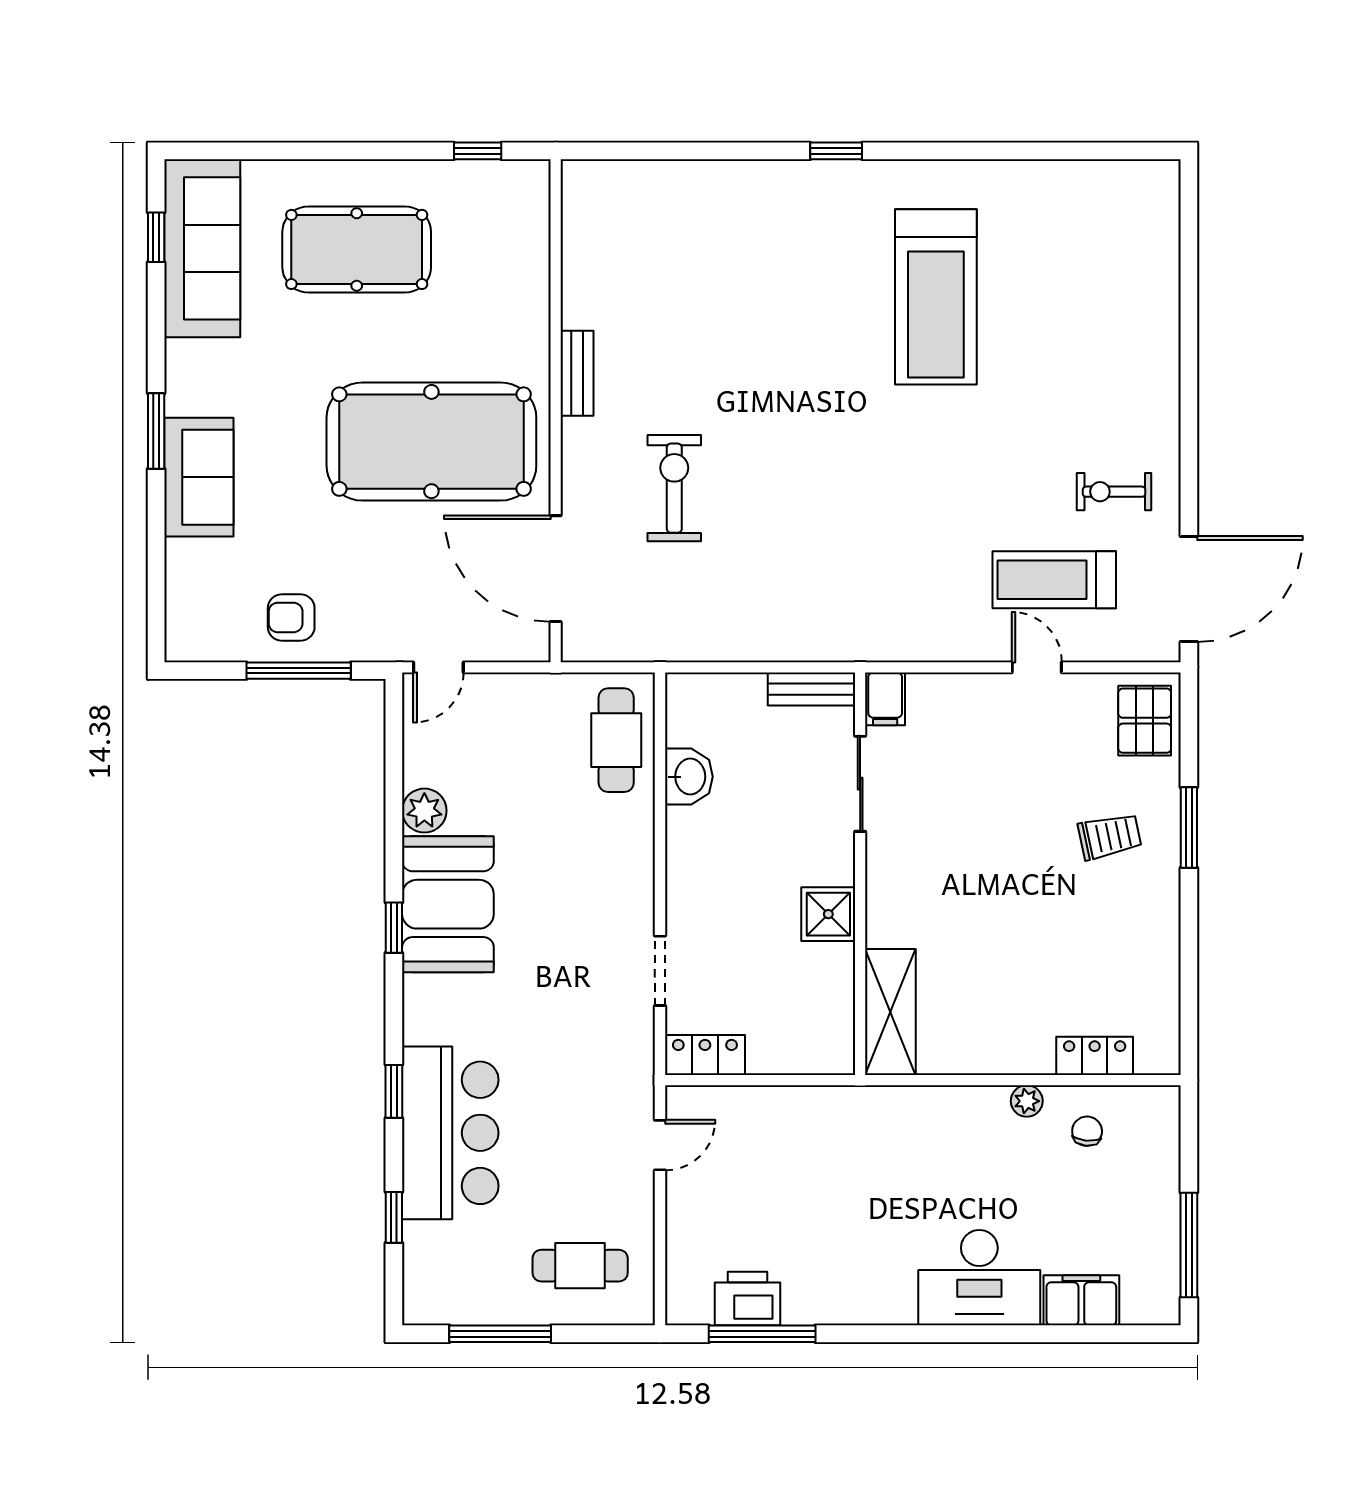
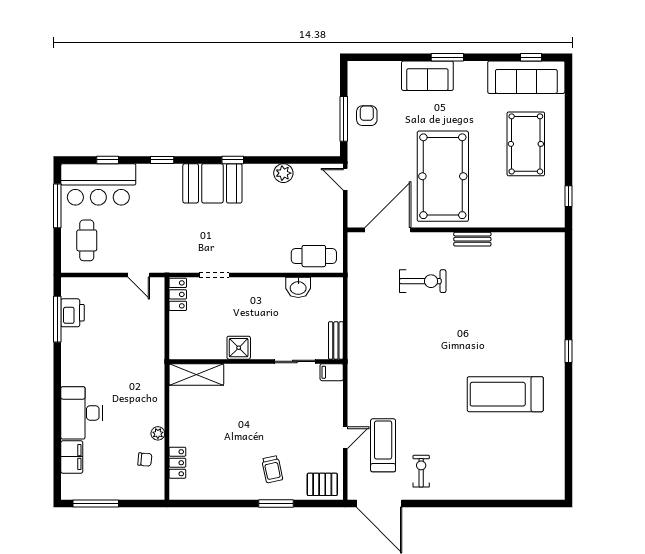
booth: (448, 904) -> (212, 183), moved
bar counter: (450, 1133) -> (98, 184), moved

